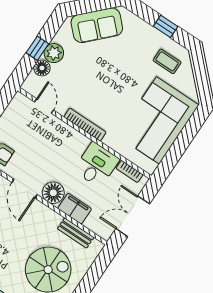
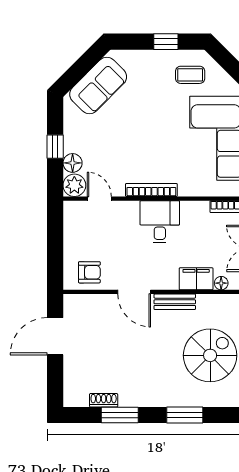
plant: (54, 53) -> (74, 185), moved
desk: (96, 165) -> (160, 222), moved
floor lamp: (53, 193) -> (221, 283), moved, width x0.53, depth x0.53
bench: (76, 233) -> (175, 302), moved

